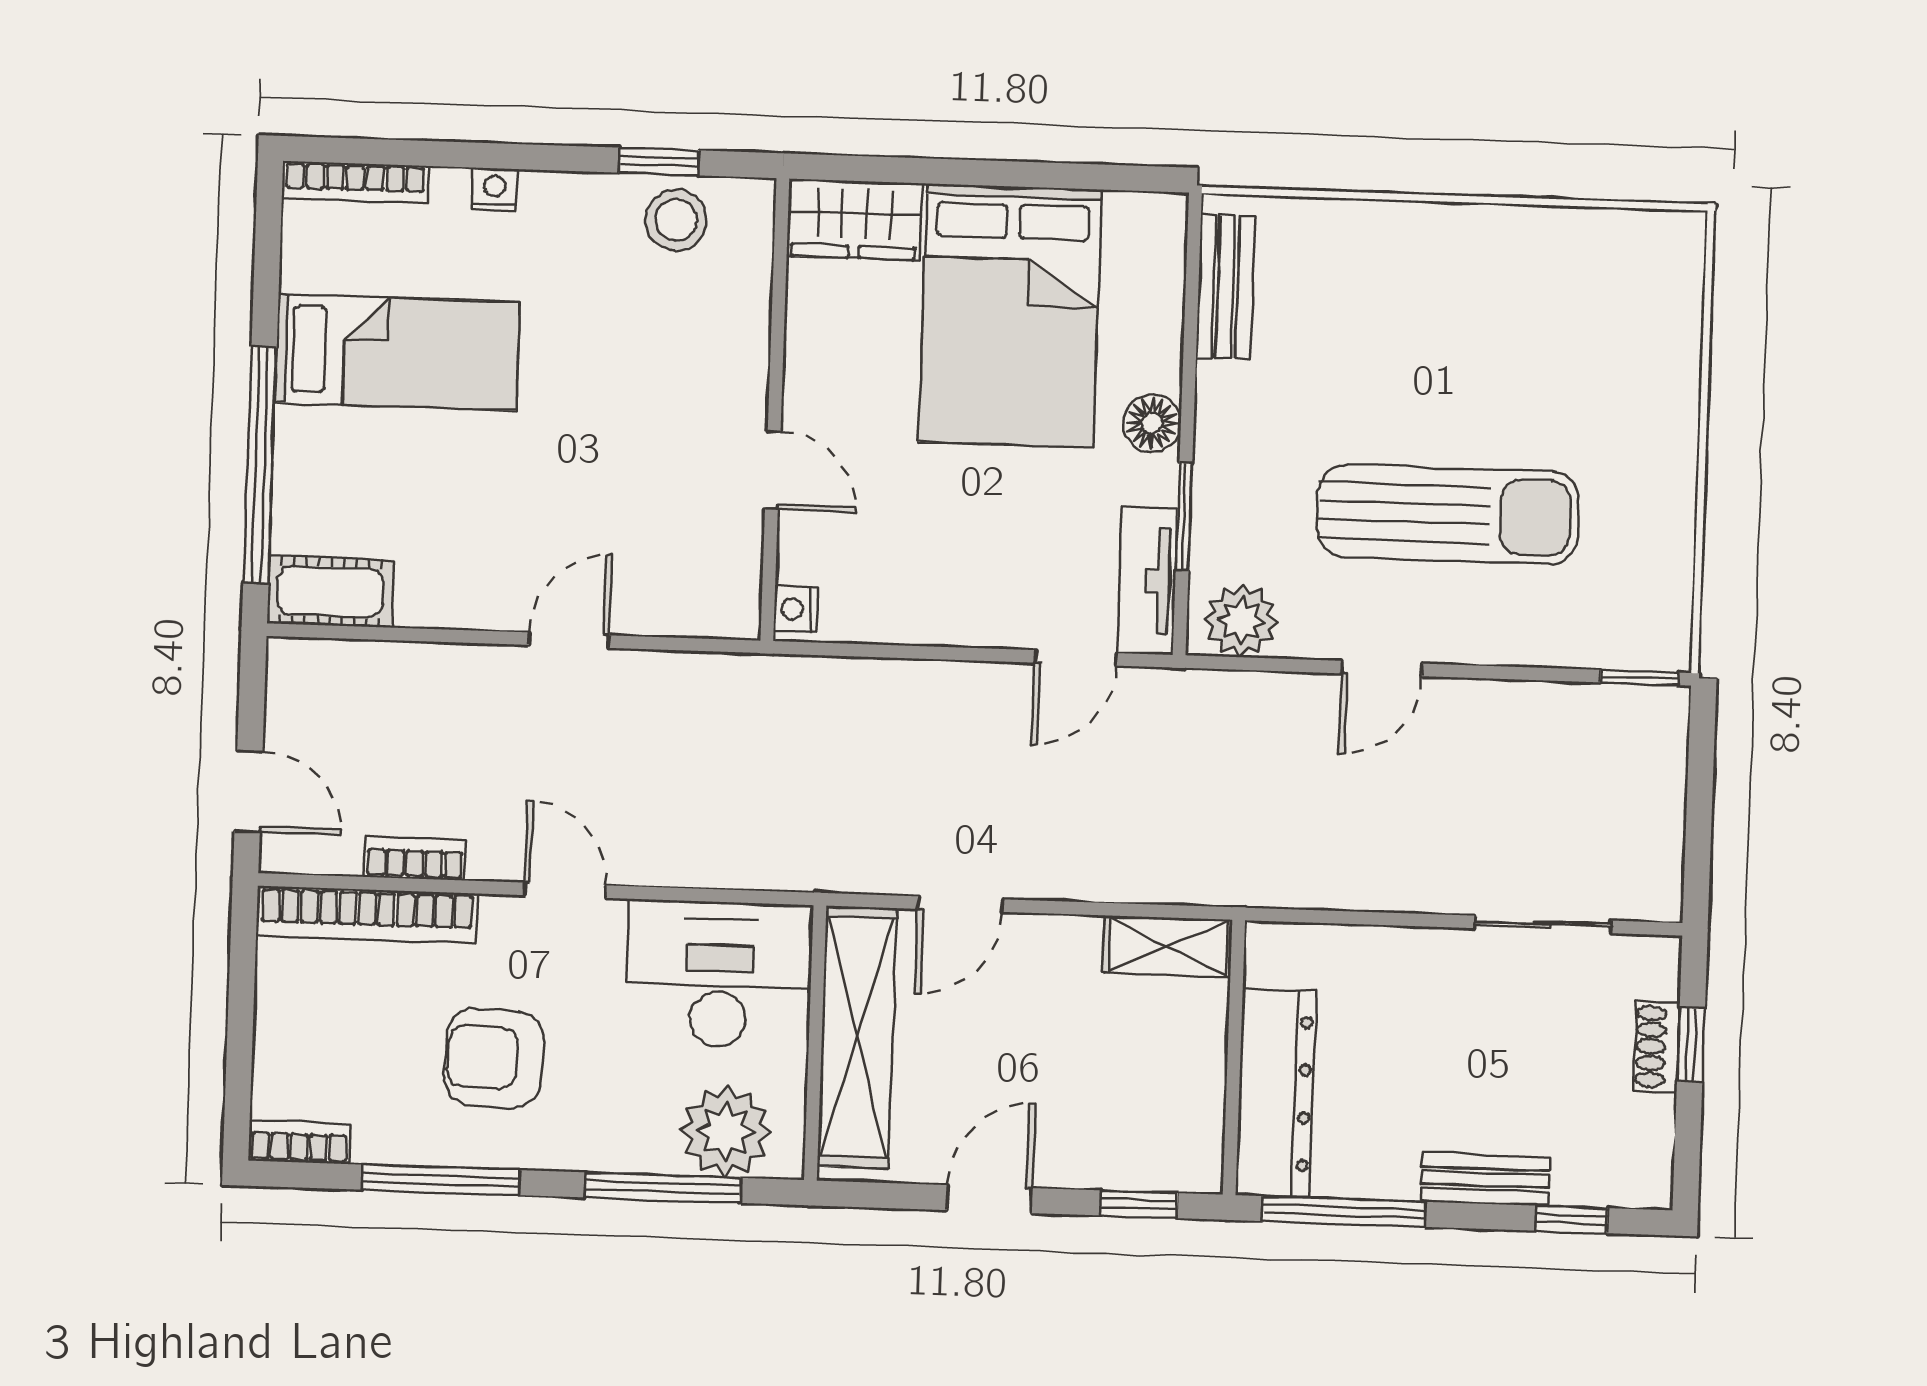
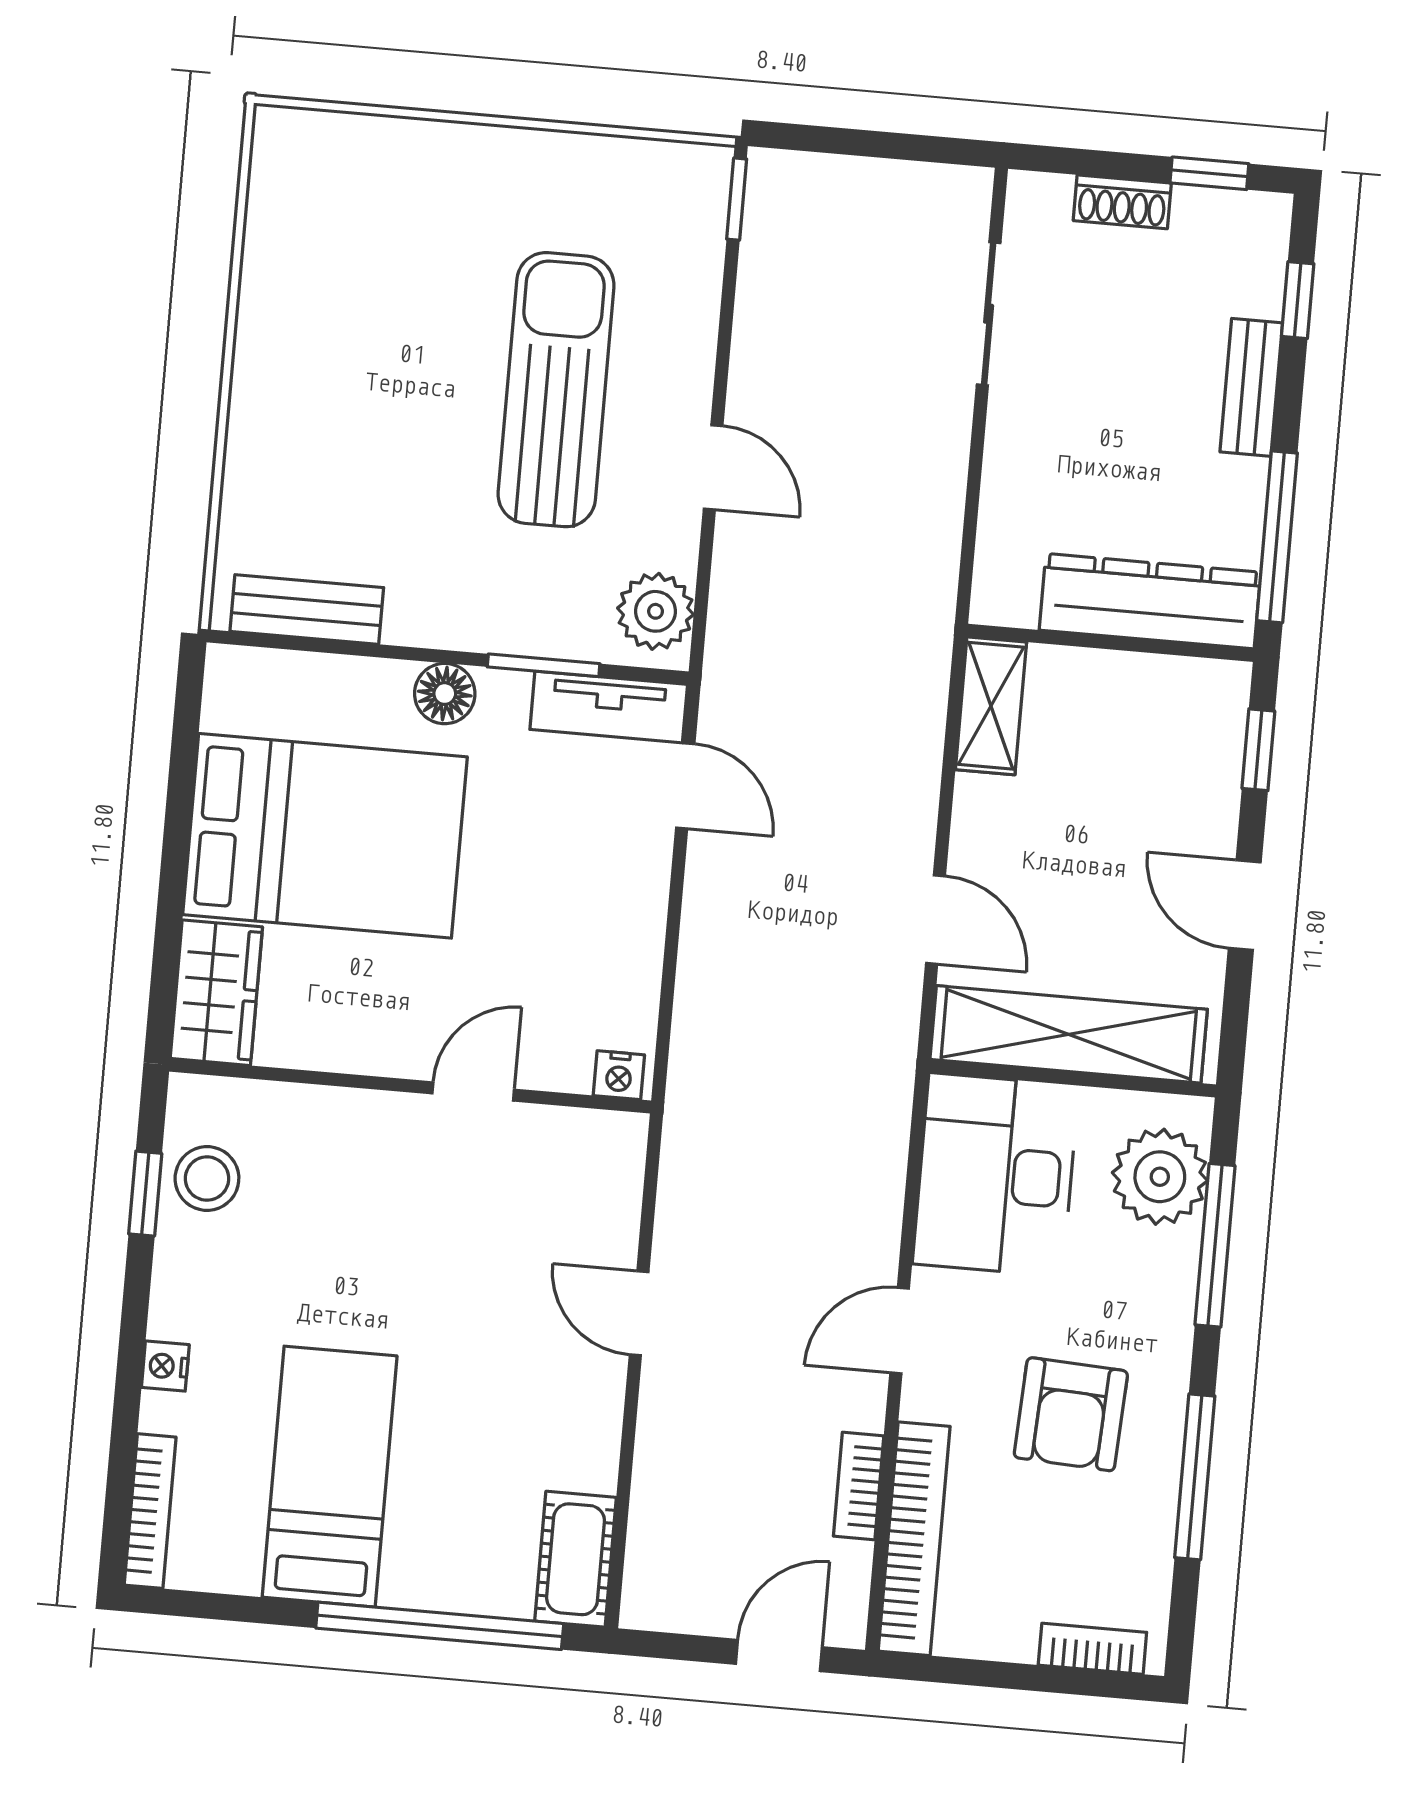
window: (1691, 1044) -> (1209, 173), moved
bookcase: (299, 1142) -> (1092, 1649), moved, turned 90

